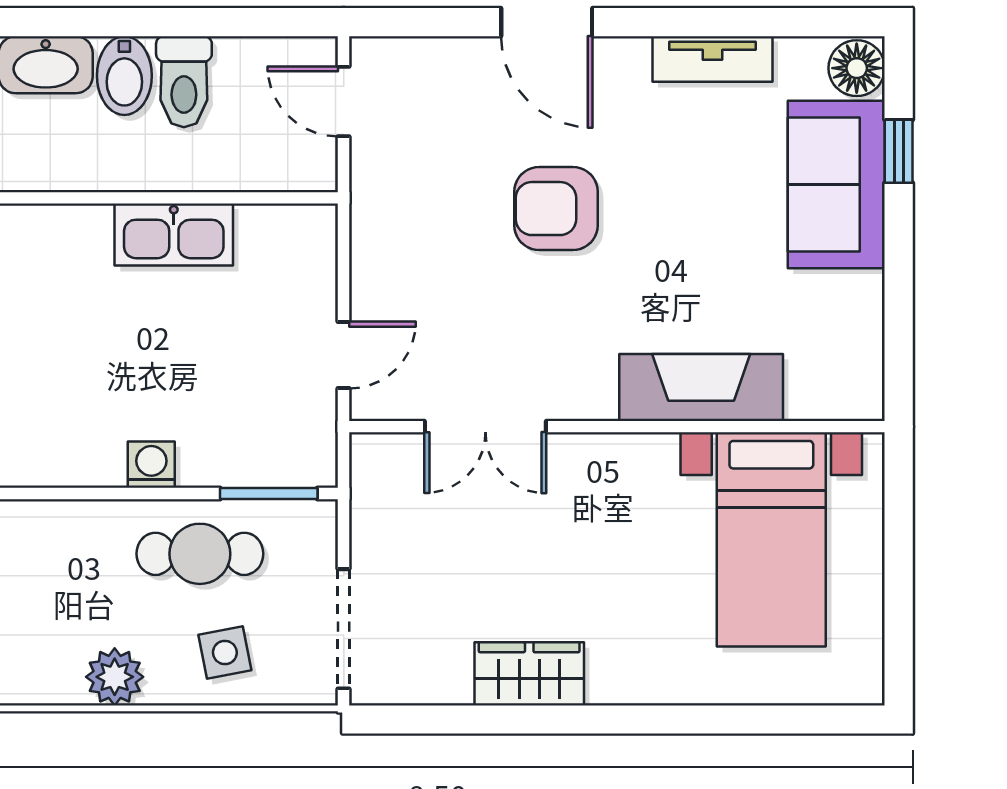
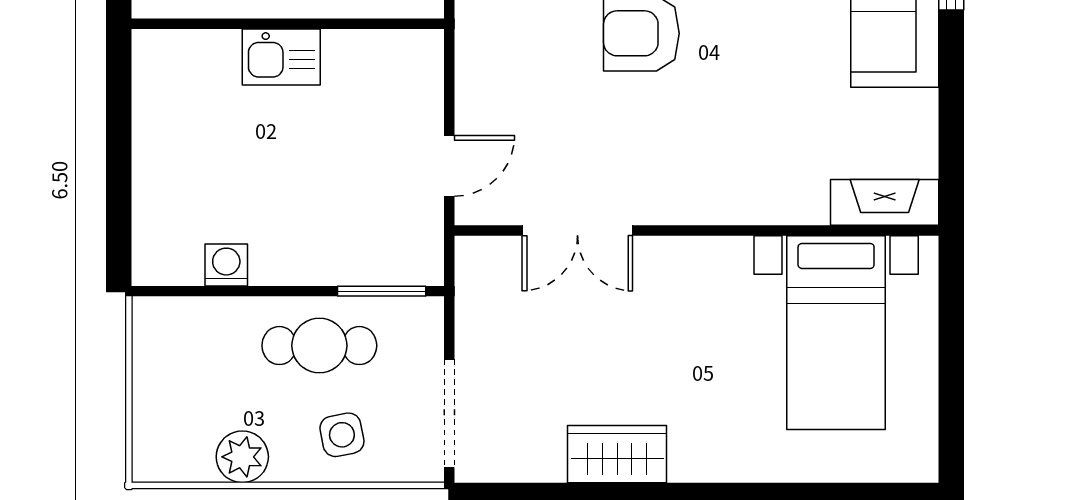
kitchen sink: (174, 235) -> (281, 57), width x0.73
fireplace: (701, 387) -> (885, 202), moved, width x0.73, depth x0.76
washing machine: (151, 465) -> (226, 265), moved

